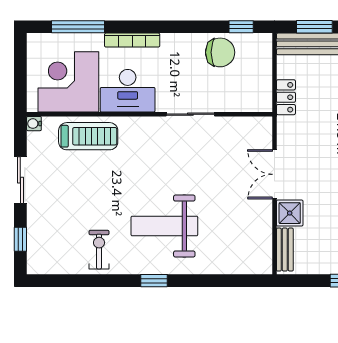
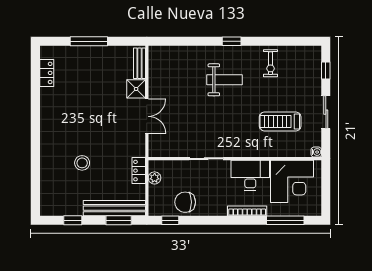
plant: (264, 87) -> (155, 178), added
treadmill: (88, 136) -> (280, 122), moved
weight bench: (164, 226) -> (224, 80), width x0.73, depth x0.75

